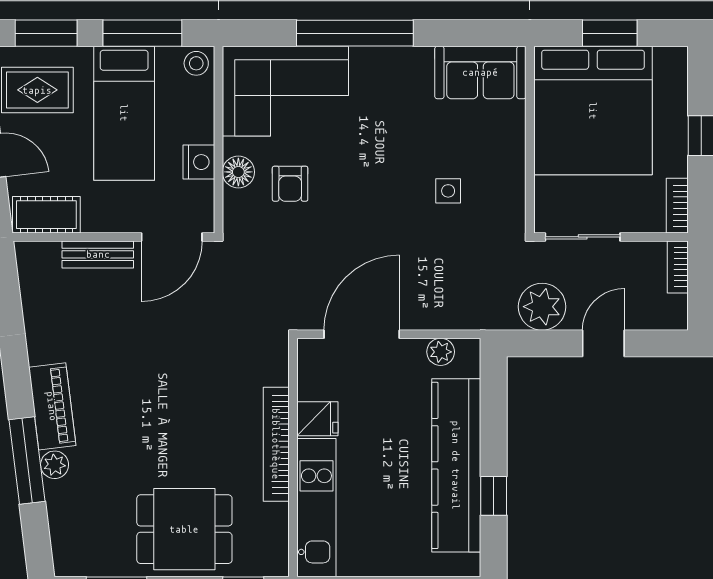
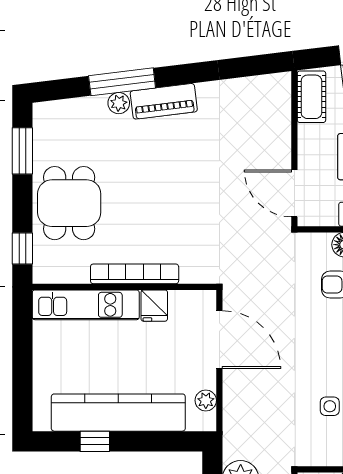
bench: (98, 254) -> (281, 136), removed

